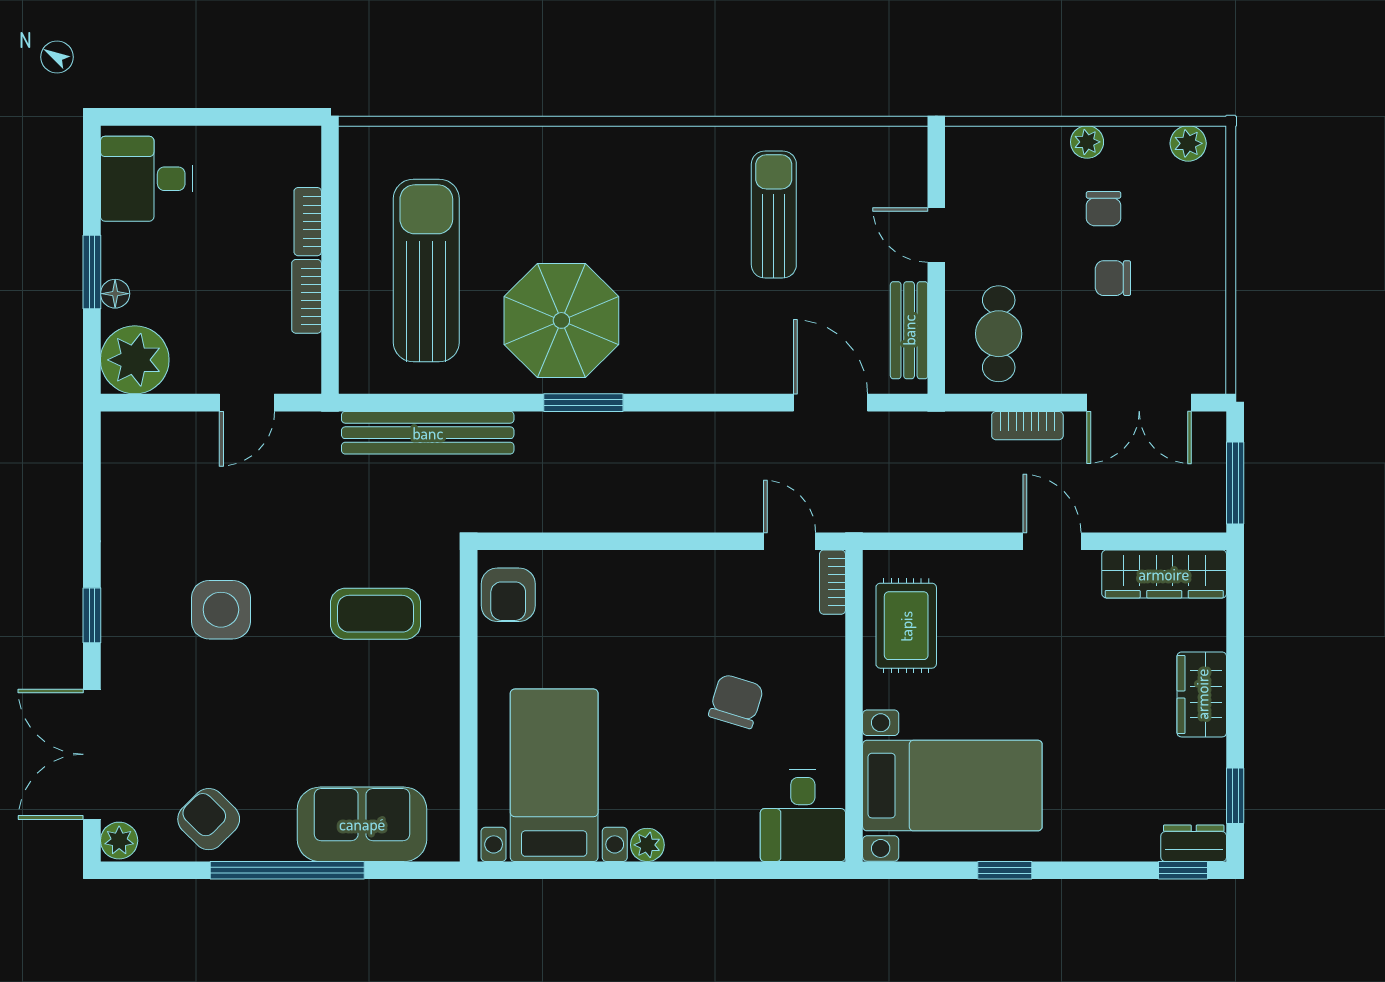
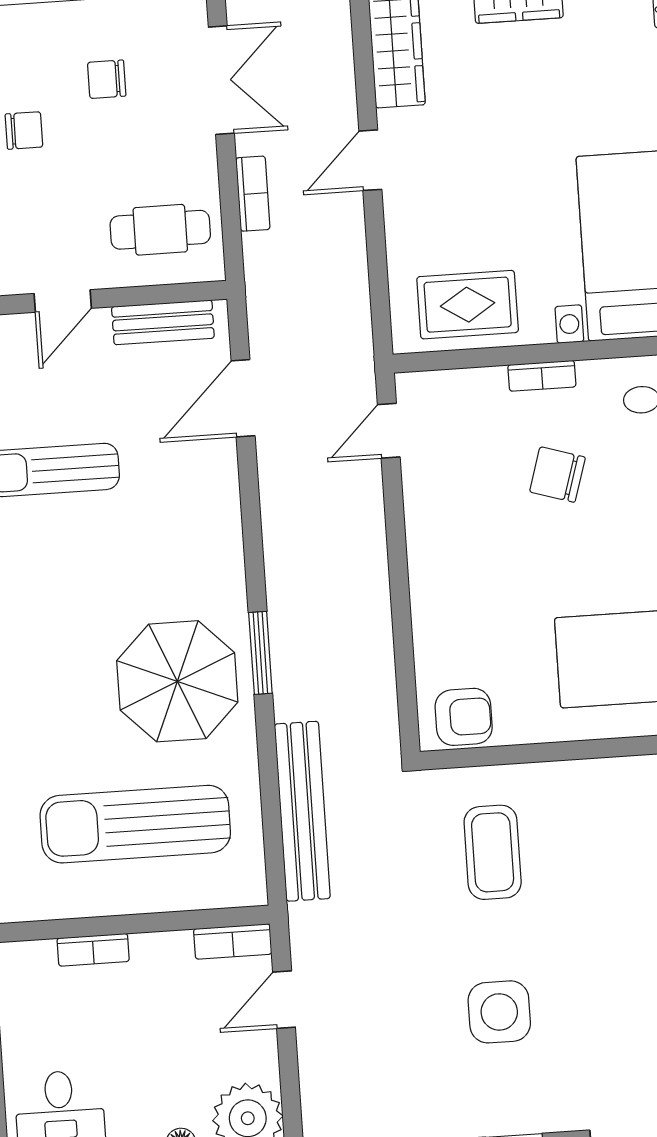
chair: (1113, 278) -> (107, 79), moved, turned 90
bookcase: (307, 296) -> (233, 941), moved
door: (247, 403) -> (284, 1000), swing flipped
bookcase: (832, 582) -> (542, 376), moved

